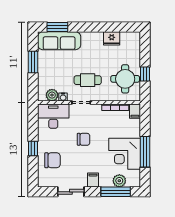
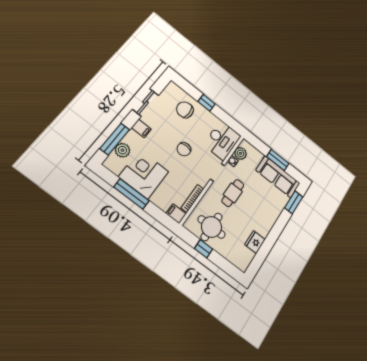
sofa: (59, 41) -> (278, 177), moved, turned -90
chair: (53, 160) -> (185, 110), turned 90

